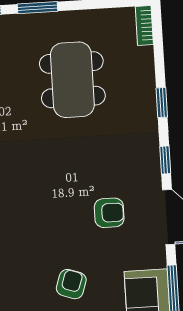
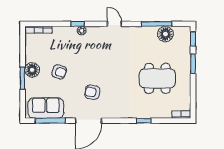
window: (165, 160) -> (116, 121), removed
armchair: (109, 213) -> (92, 92), turned 99

